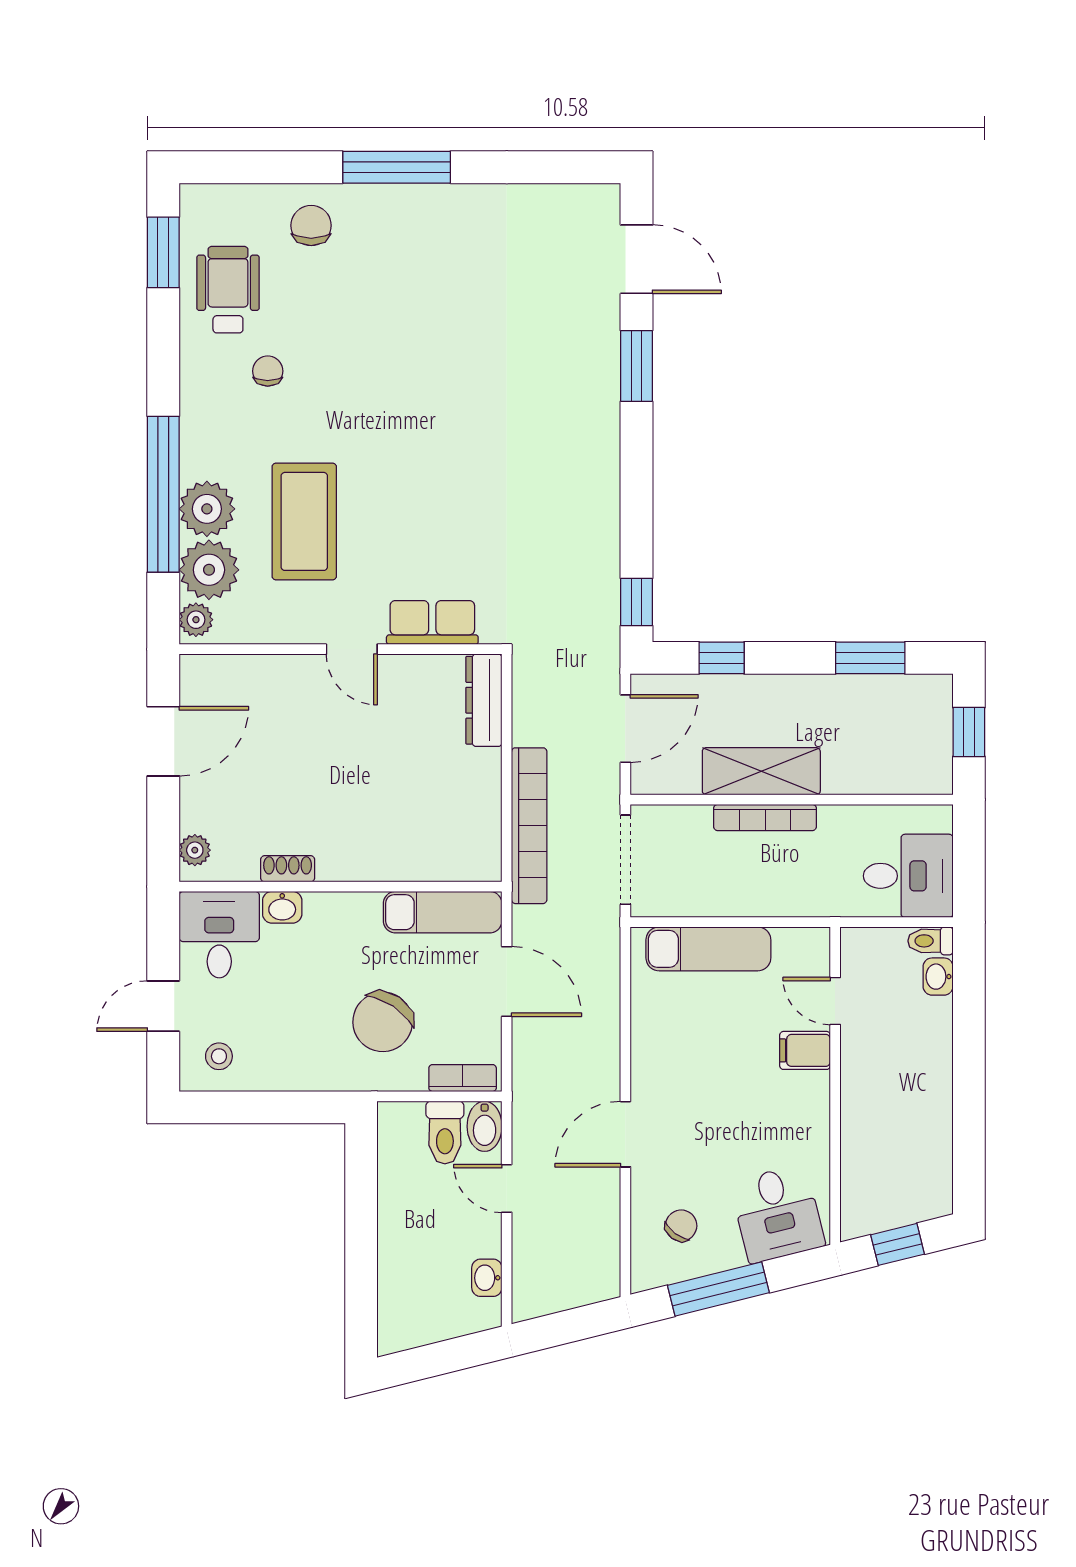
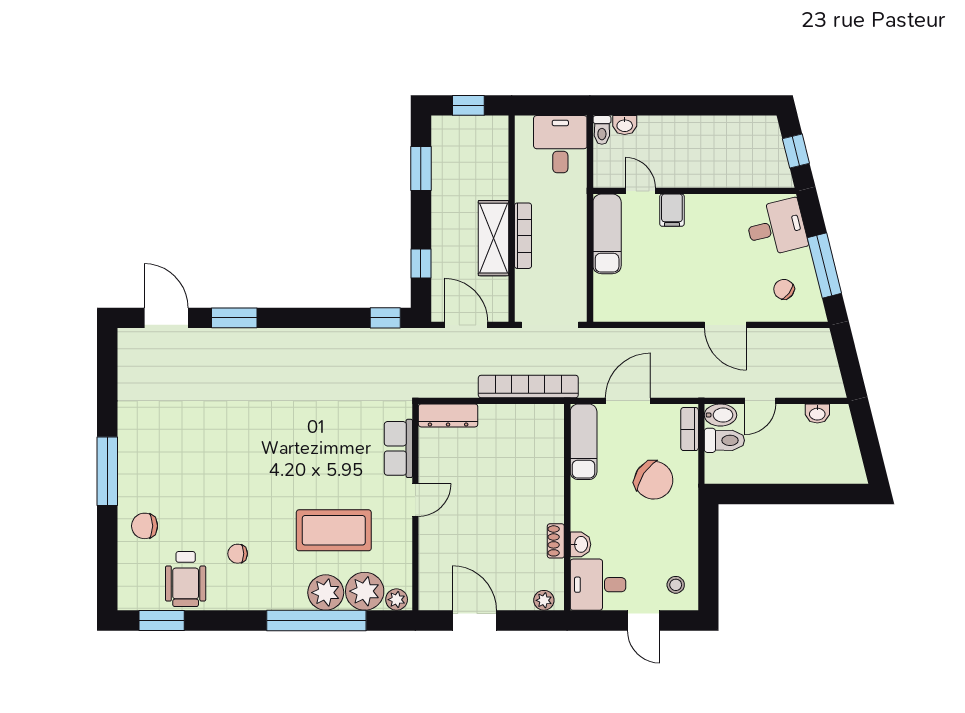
door: (637, 259) -> (166, 318), hinge flipped
wheelchair: (228, 290) -> (186, 579), turned -90
exam couch: (708, 949) -> (607, 234), moved
door: (835, 1001) -> (640, 191), swing flipped

